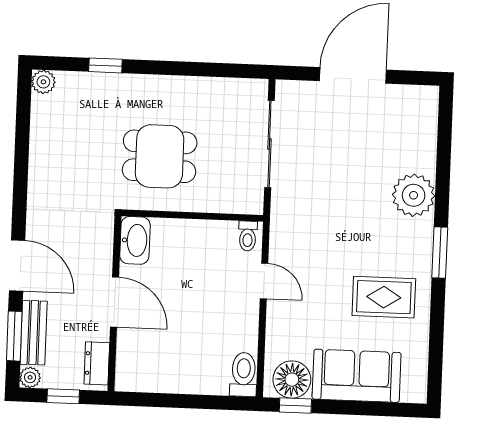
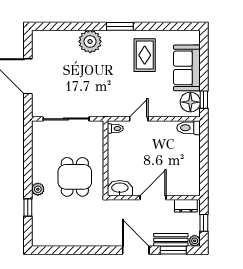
plant: (43, 82) -> (38, 189), moved
door: (17, 266) -> (136, 250), hinge flipped

